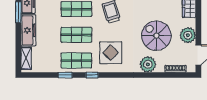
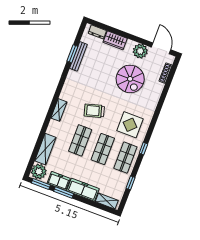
spiral stairs: (156, 36) -> (130, 79), turned -90
plant: (148, 64) -> (153, 96), removed
window: (65, 75) -> (130, 183), moved

